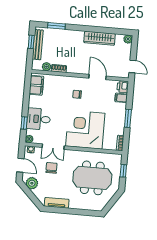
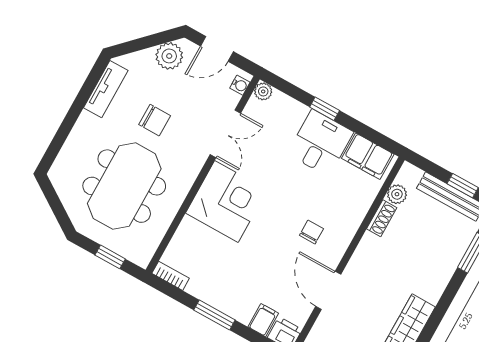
door: (98, 77) -> (328, 290), swing flipped
desk: (39, 119) -> (320, 143), moved
window: (24, 123) -> (325, 109), moved
corner desk: (85, 130) -> (226, 201), width x0.74, depth x0.74
double door: (53, 147) -> (225, 134), swing flipped
chair: (51, 168) -> (155, 120), moved

